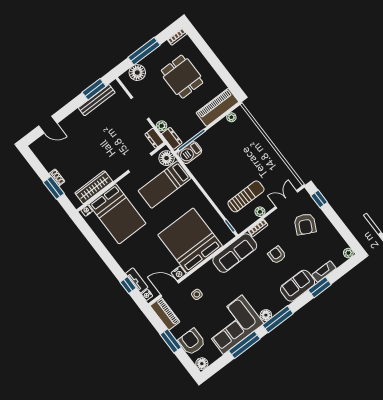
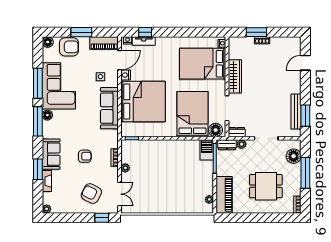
bed: (165, 184) -> (192, 114), width x1.50
wardrobe: (94, 187) -> (235, 76), moved
sun lounger: (246, 196) -> (144, 166), removed
sofa: (235, 253) -> (109, 108), moved

